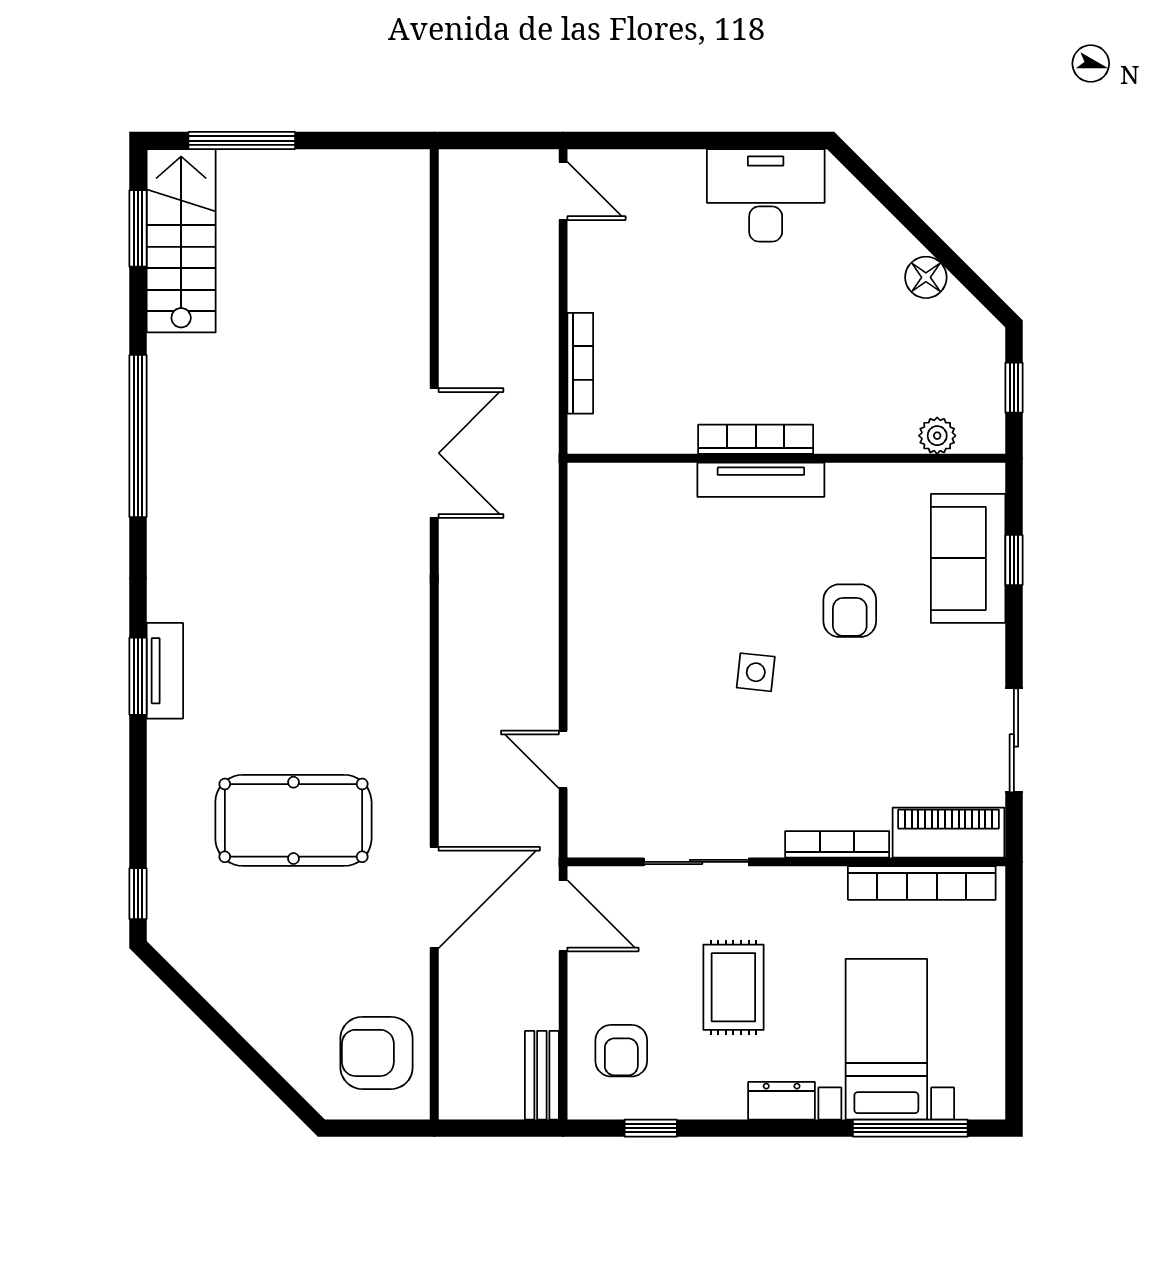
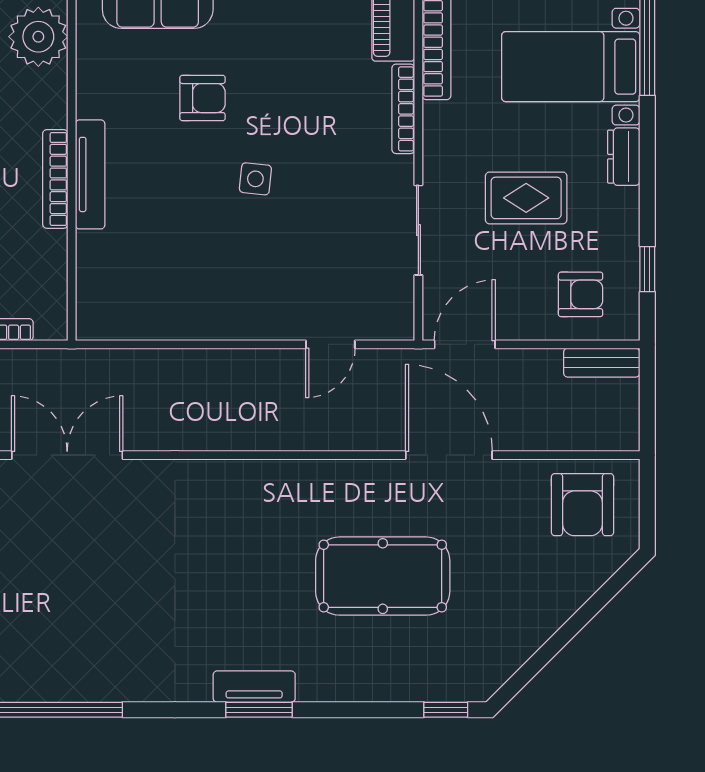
plant: (937, 436) -> (38, 37), width x1.88, depth x1.88
pool table: (293, 820) -> (383, 576), turned 90

